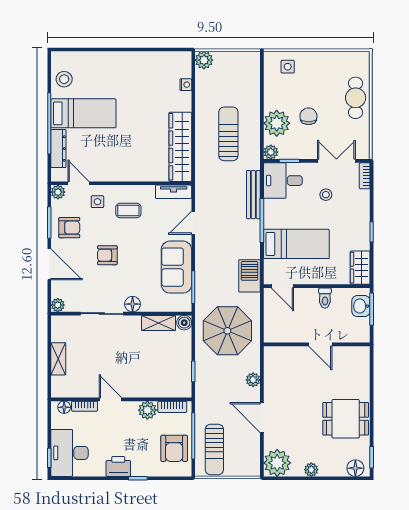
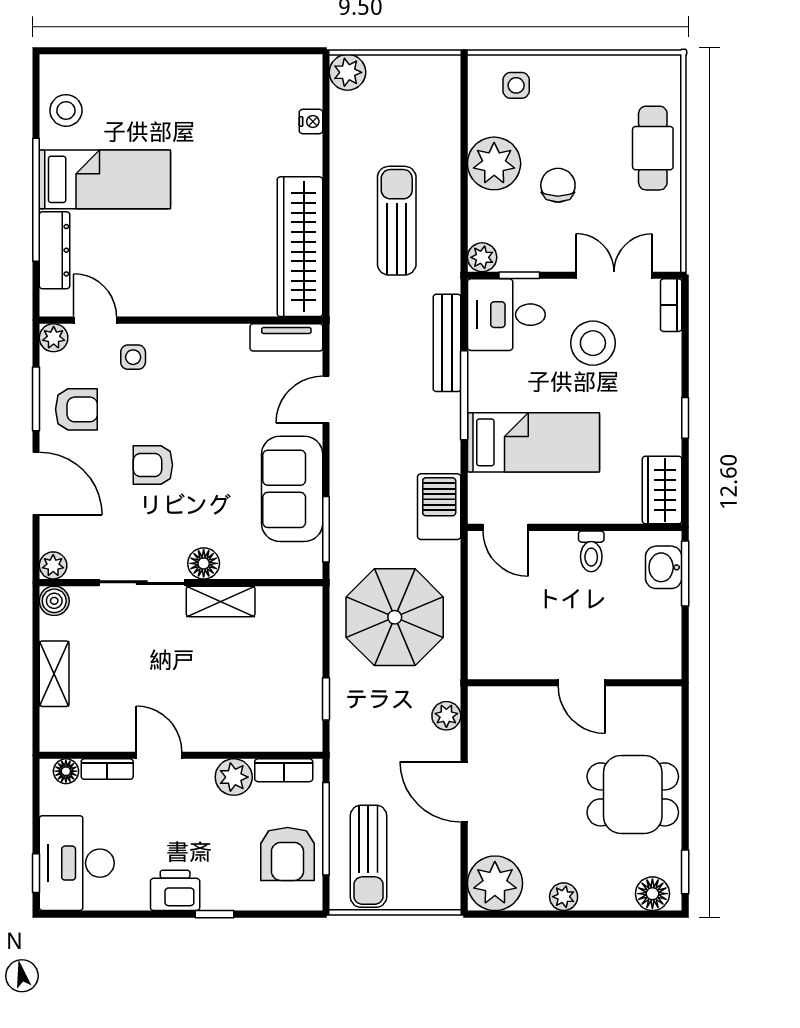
plant: (277, 123) -> (494, 163), moved
stool: (326, 195) -> (593, 343), width x1.89, depth x1.89
coffee table: (128, 210) -> (195, 375), removed
shelving: (159, 323) -> (221, 601), moved
boiler: (184, 323) -> (54, 601), moved
wall: (317, 344) -> (575, 683), moved
door: (320, 344) -> (582, 683), moved

